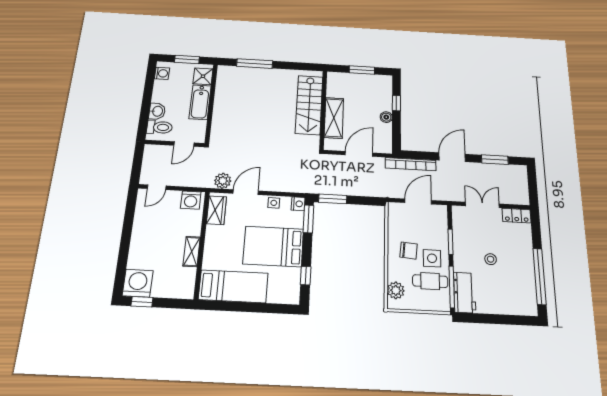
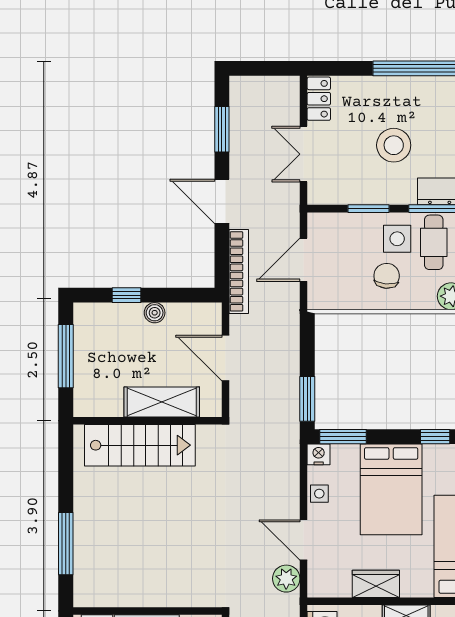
window: (362, 70) -> (66, 356), width x1.44
door: (418, 201) -> (304, 260), hinge flipped
wardrobe: (216, 210) -> (376, 584), moved
stool: (491, 259) -> (394, 145), width x1.89, depth x1.89

